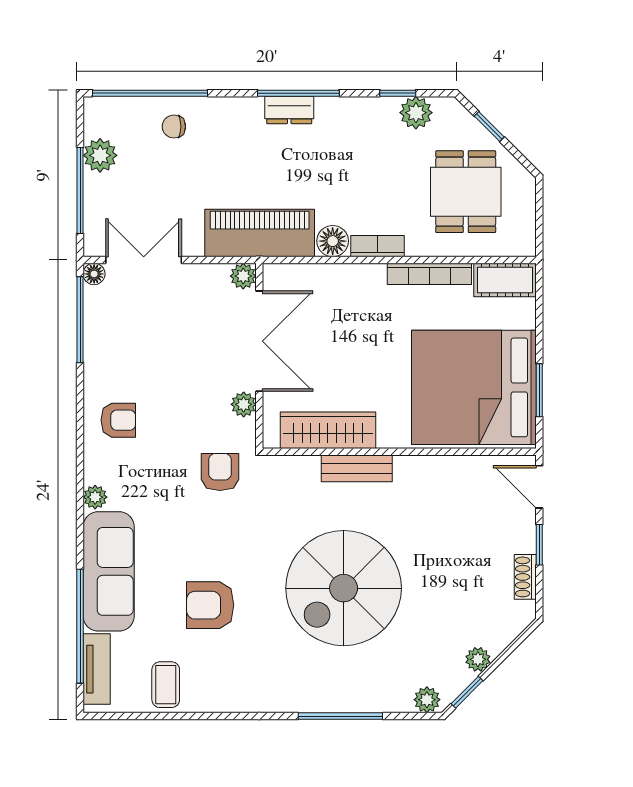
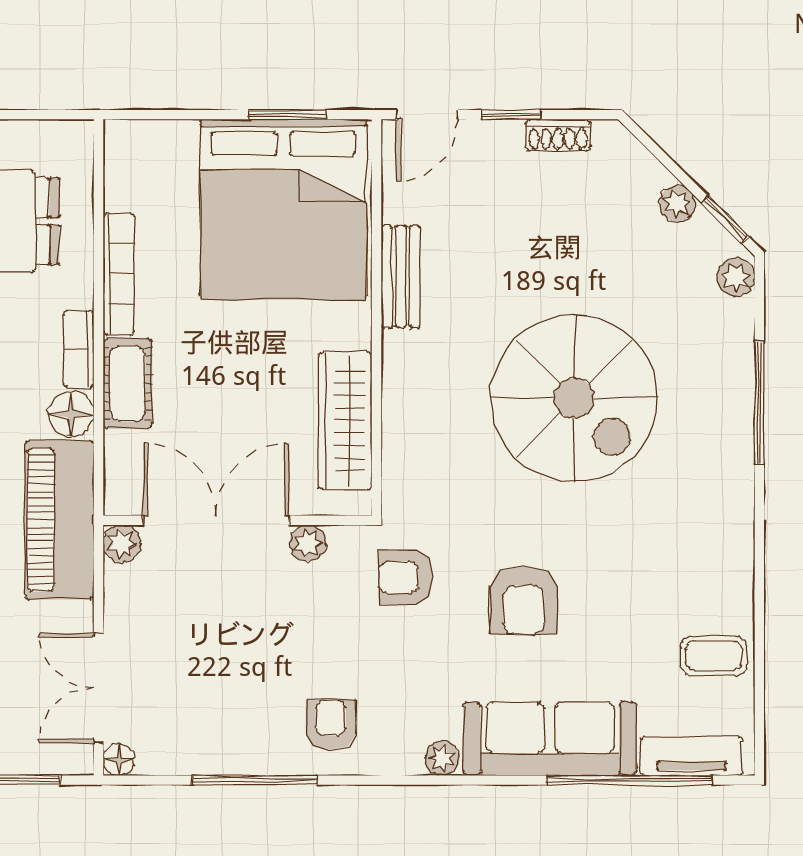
cot: (505, 280) -> (128, 384), moved
window: (80, 320) -> (255, 780), moved
bench: (357, 468) -> (401, 277), moved
armchair: (210, 605) -> (524, 600), moved

